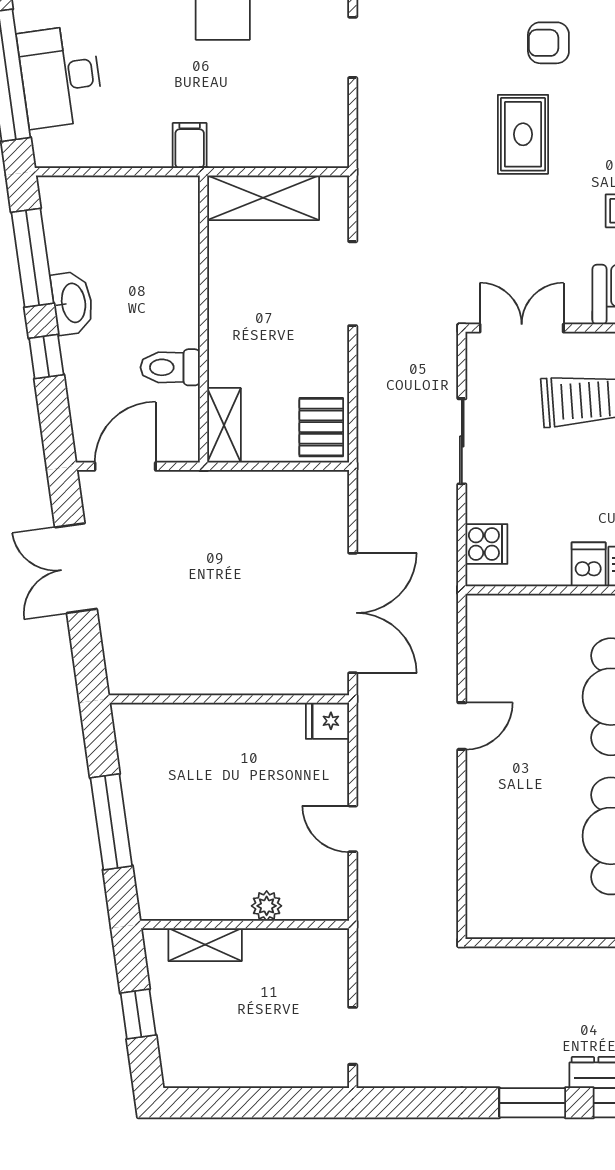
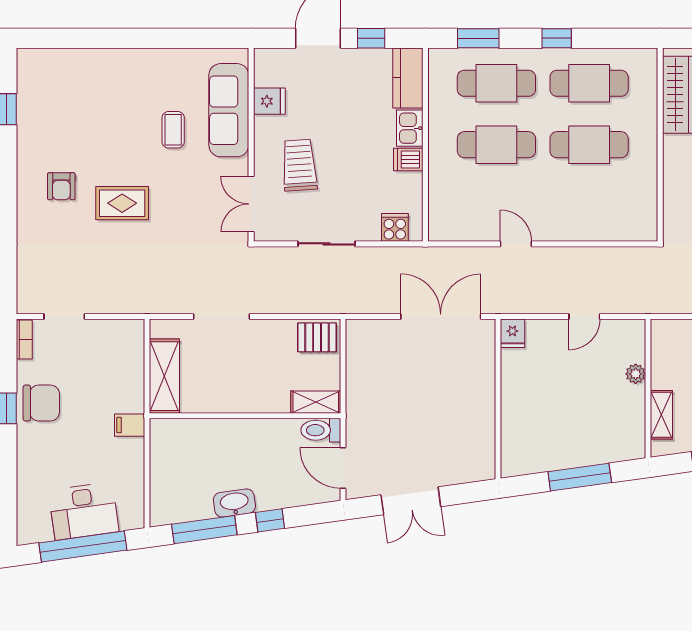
toilet: (170, 367) -> (321, 430), moved, turned 90

